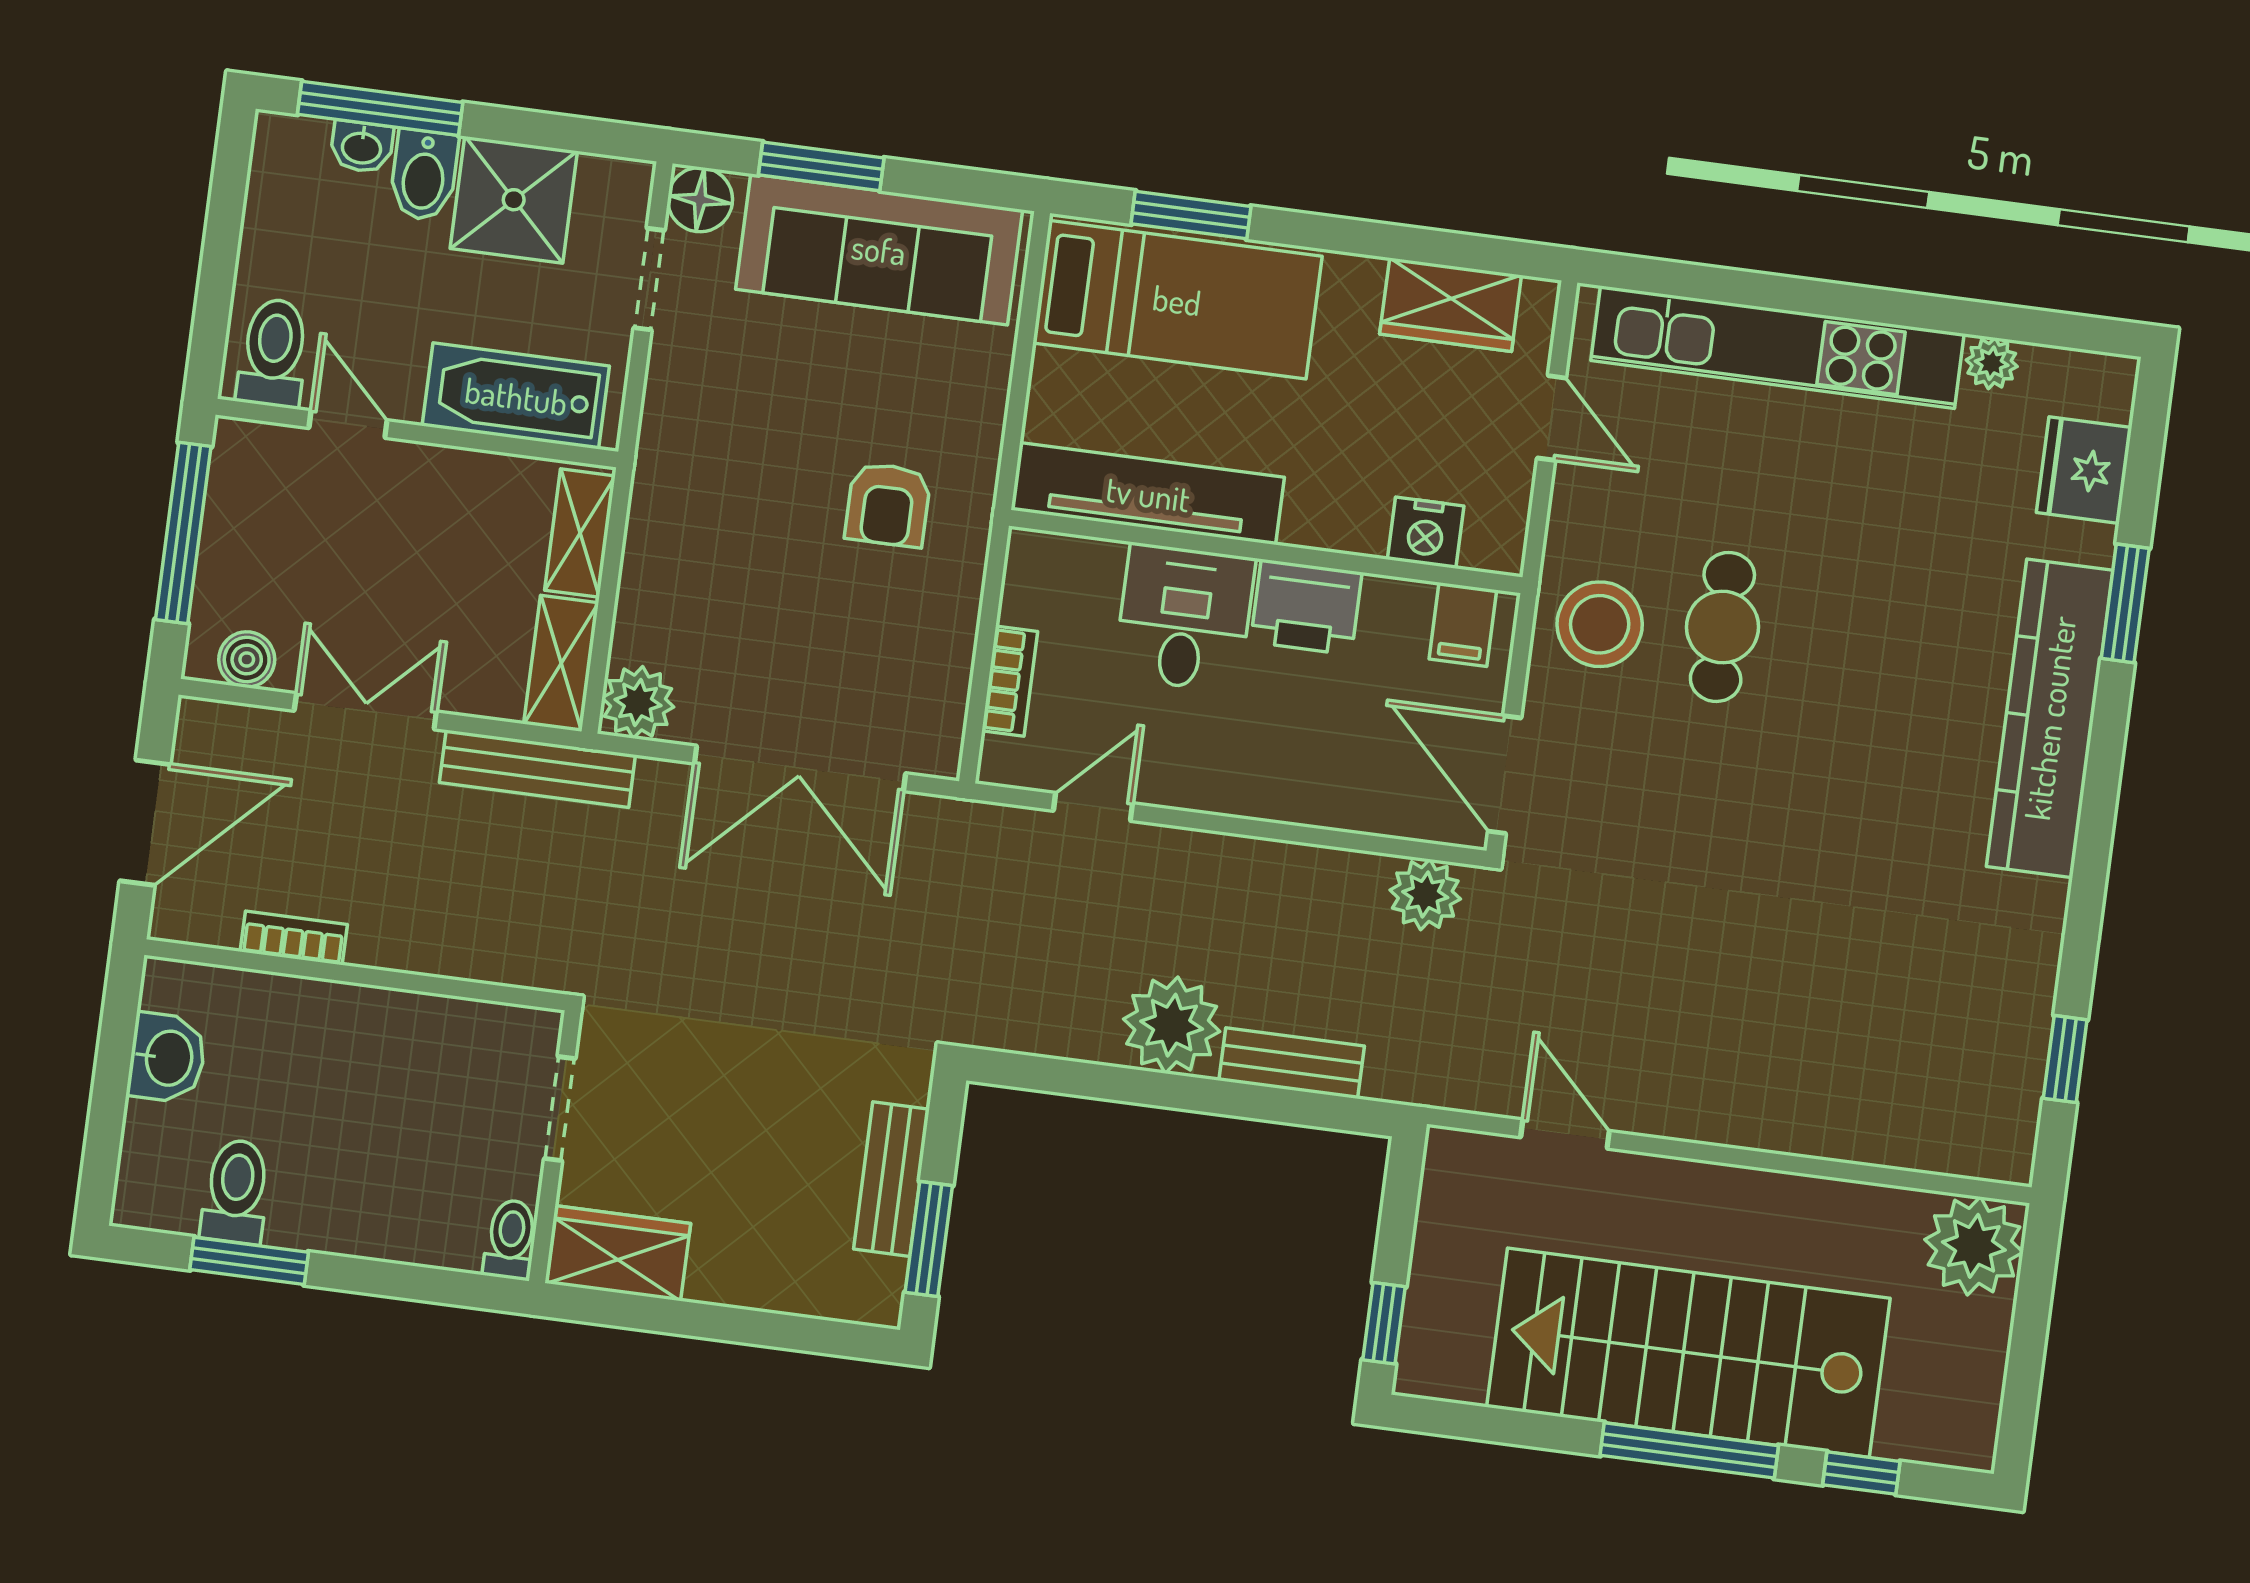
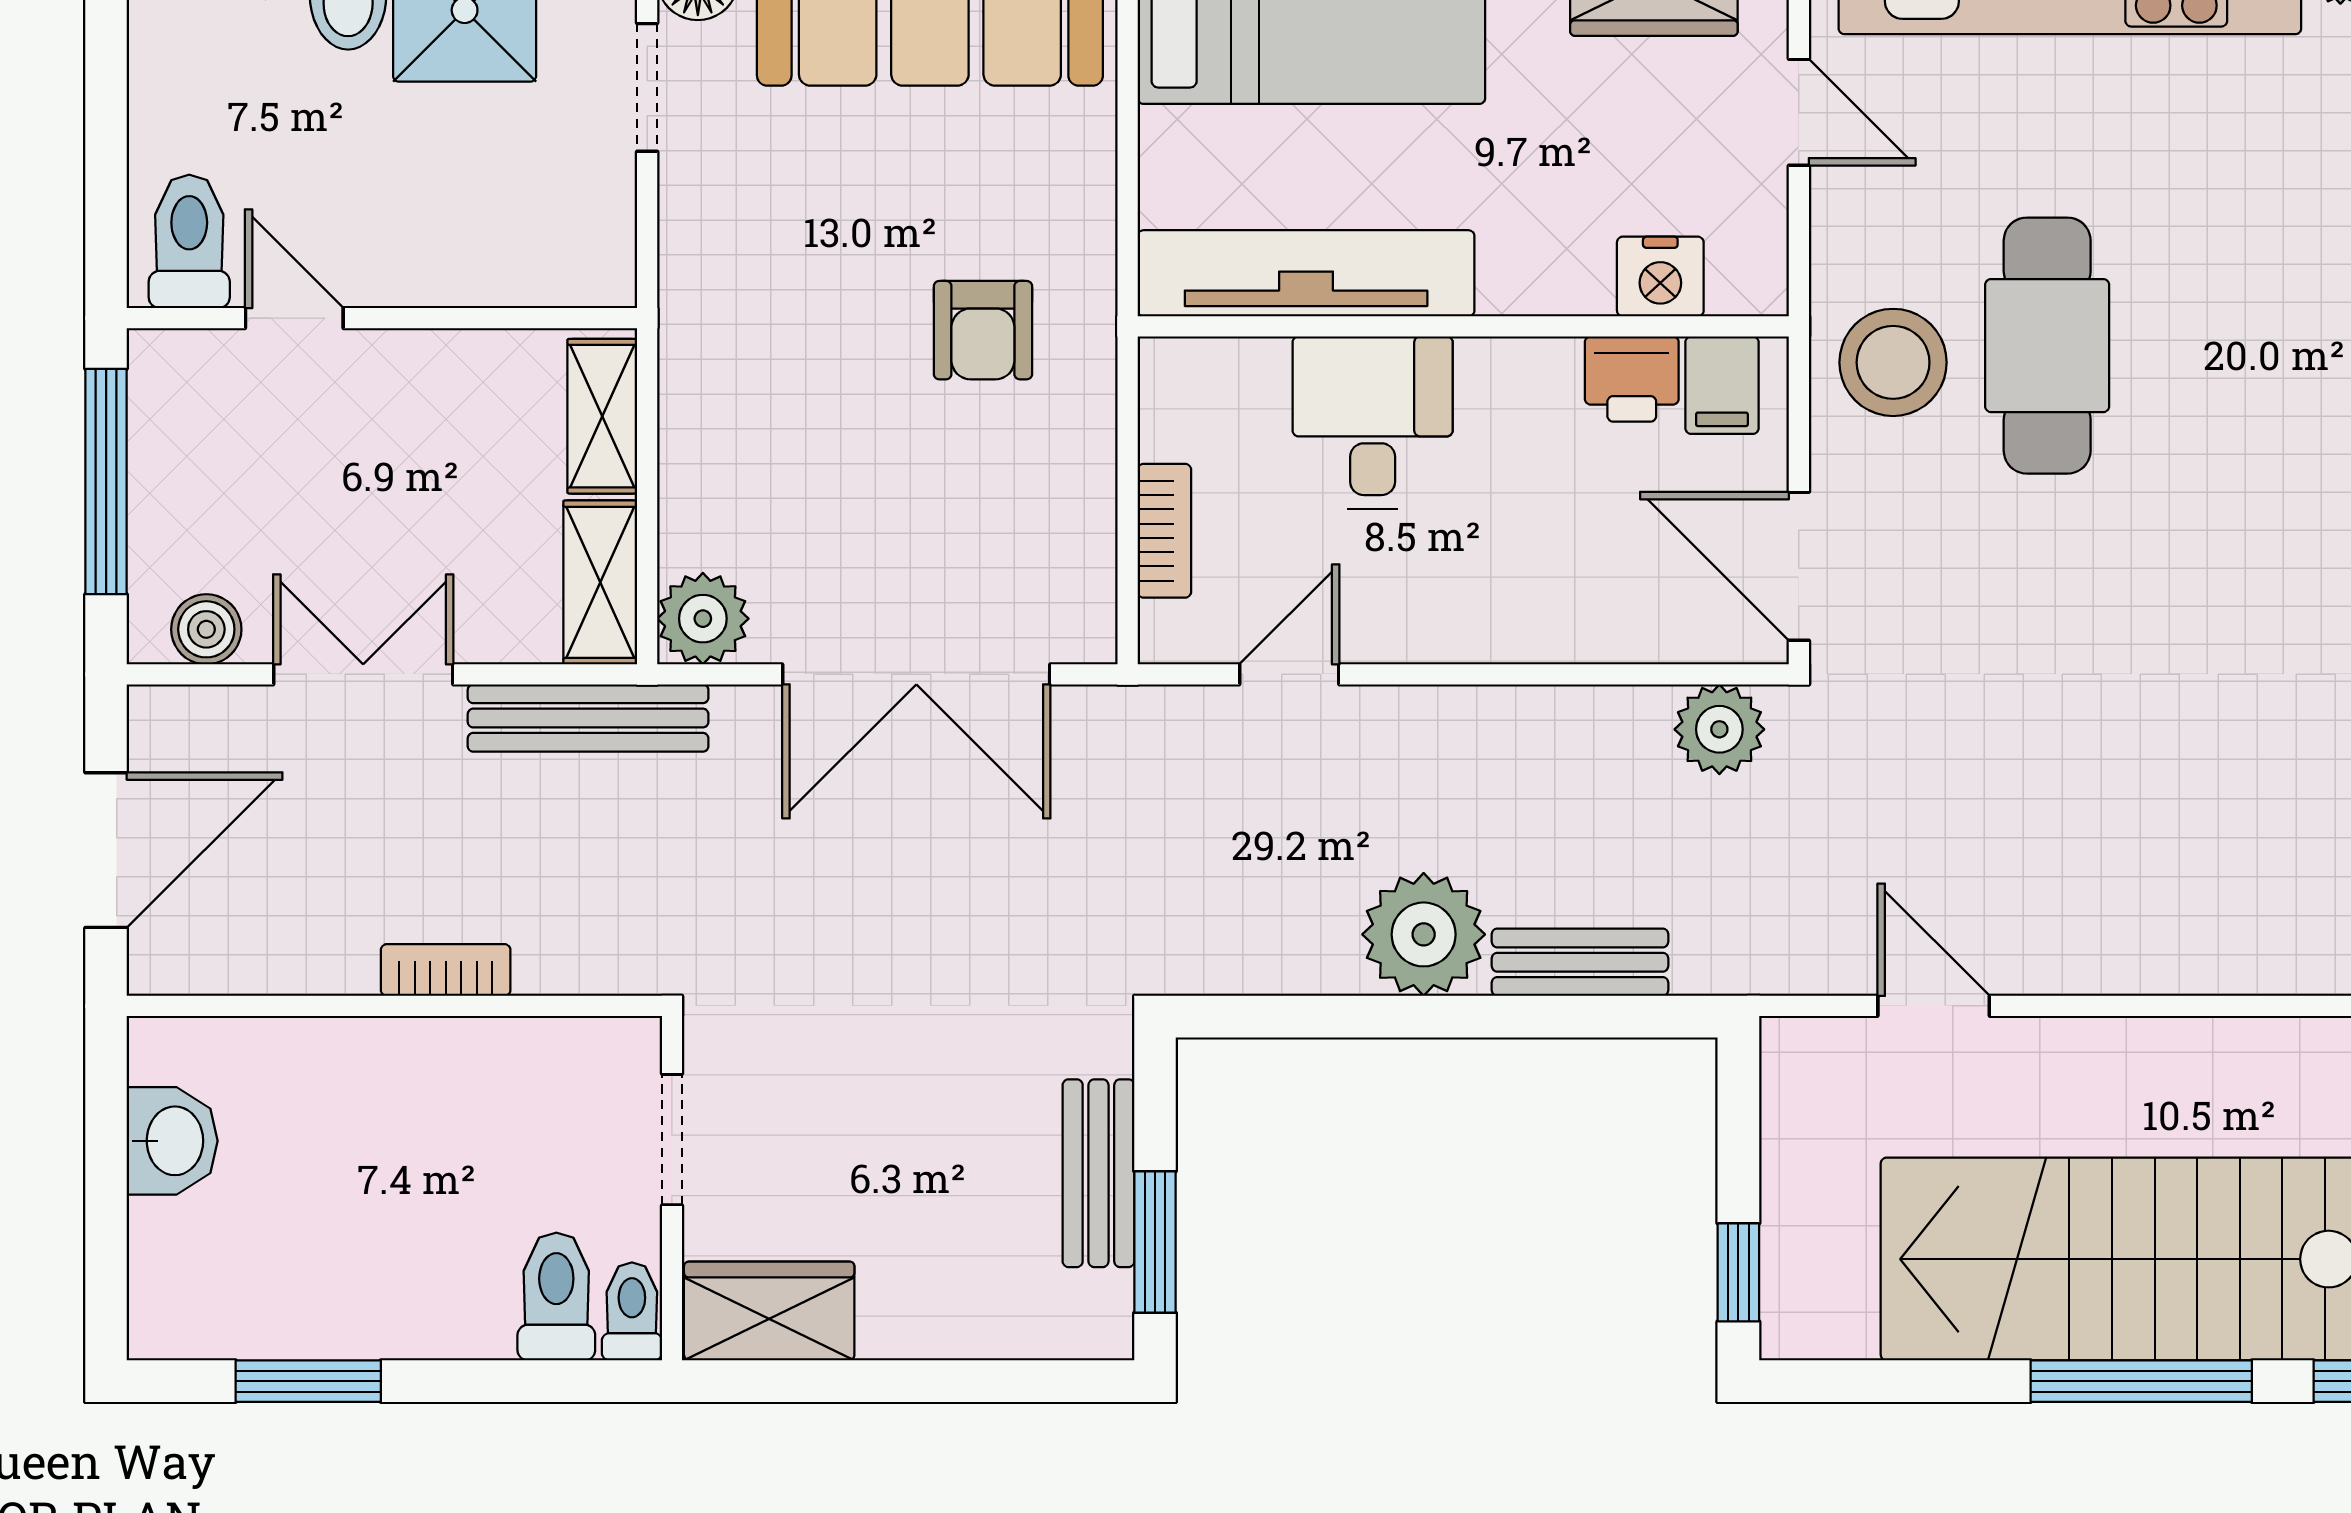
bathtub: (516, 396) -> (500, 255), removed
printer: (1306, 607) -> (1632, 379), moved, width x0.73, depth x0.81
cafe table: (1722, 627) -> (2047, 346), width x1.37, depth x1.35
bookcase: (294, 938) -> (446, 970), moved
toilet: (236, 1191) -> (556, 1297), moved

